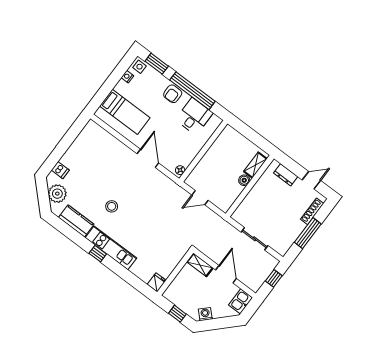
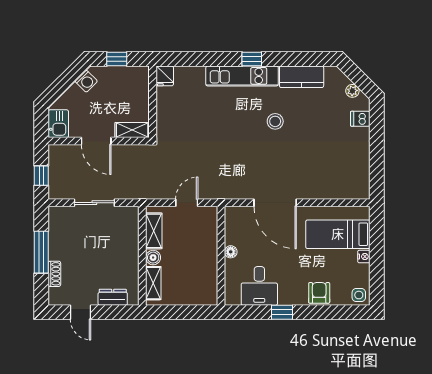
window: (157, 64) -> (343, 312), removed
nightstand: (127, 77) -> (364, 257), moved
window: (192, 91) -> (282, 312), width x0.32
armchair: (173, 94) -> (319, 293), moved
door: (148, 158) -> (275, 203), width x1.36
floor lamp: (180, 170) -> (231, 252), moved
door: (311, 180) -> (80, 312), hinge flipped
plant: (57, 194) -> (352, 91), width x0.53, depth x0.53
shelving: (232, 196) -> (154, 231), added
shoe rack: (312, 211) -> (54, 274), width x0.70

